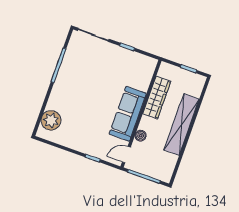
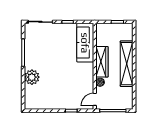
wardrobe: (157, 97) -> (102, 62), moved
sofa: (128, 114) -> (85, 43), moved
plant: (51, 120) -> (32, 77), moved

